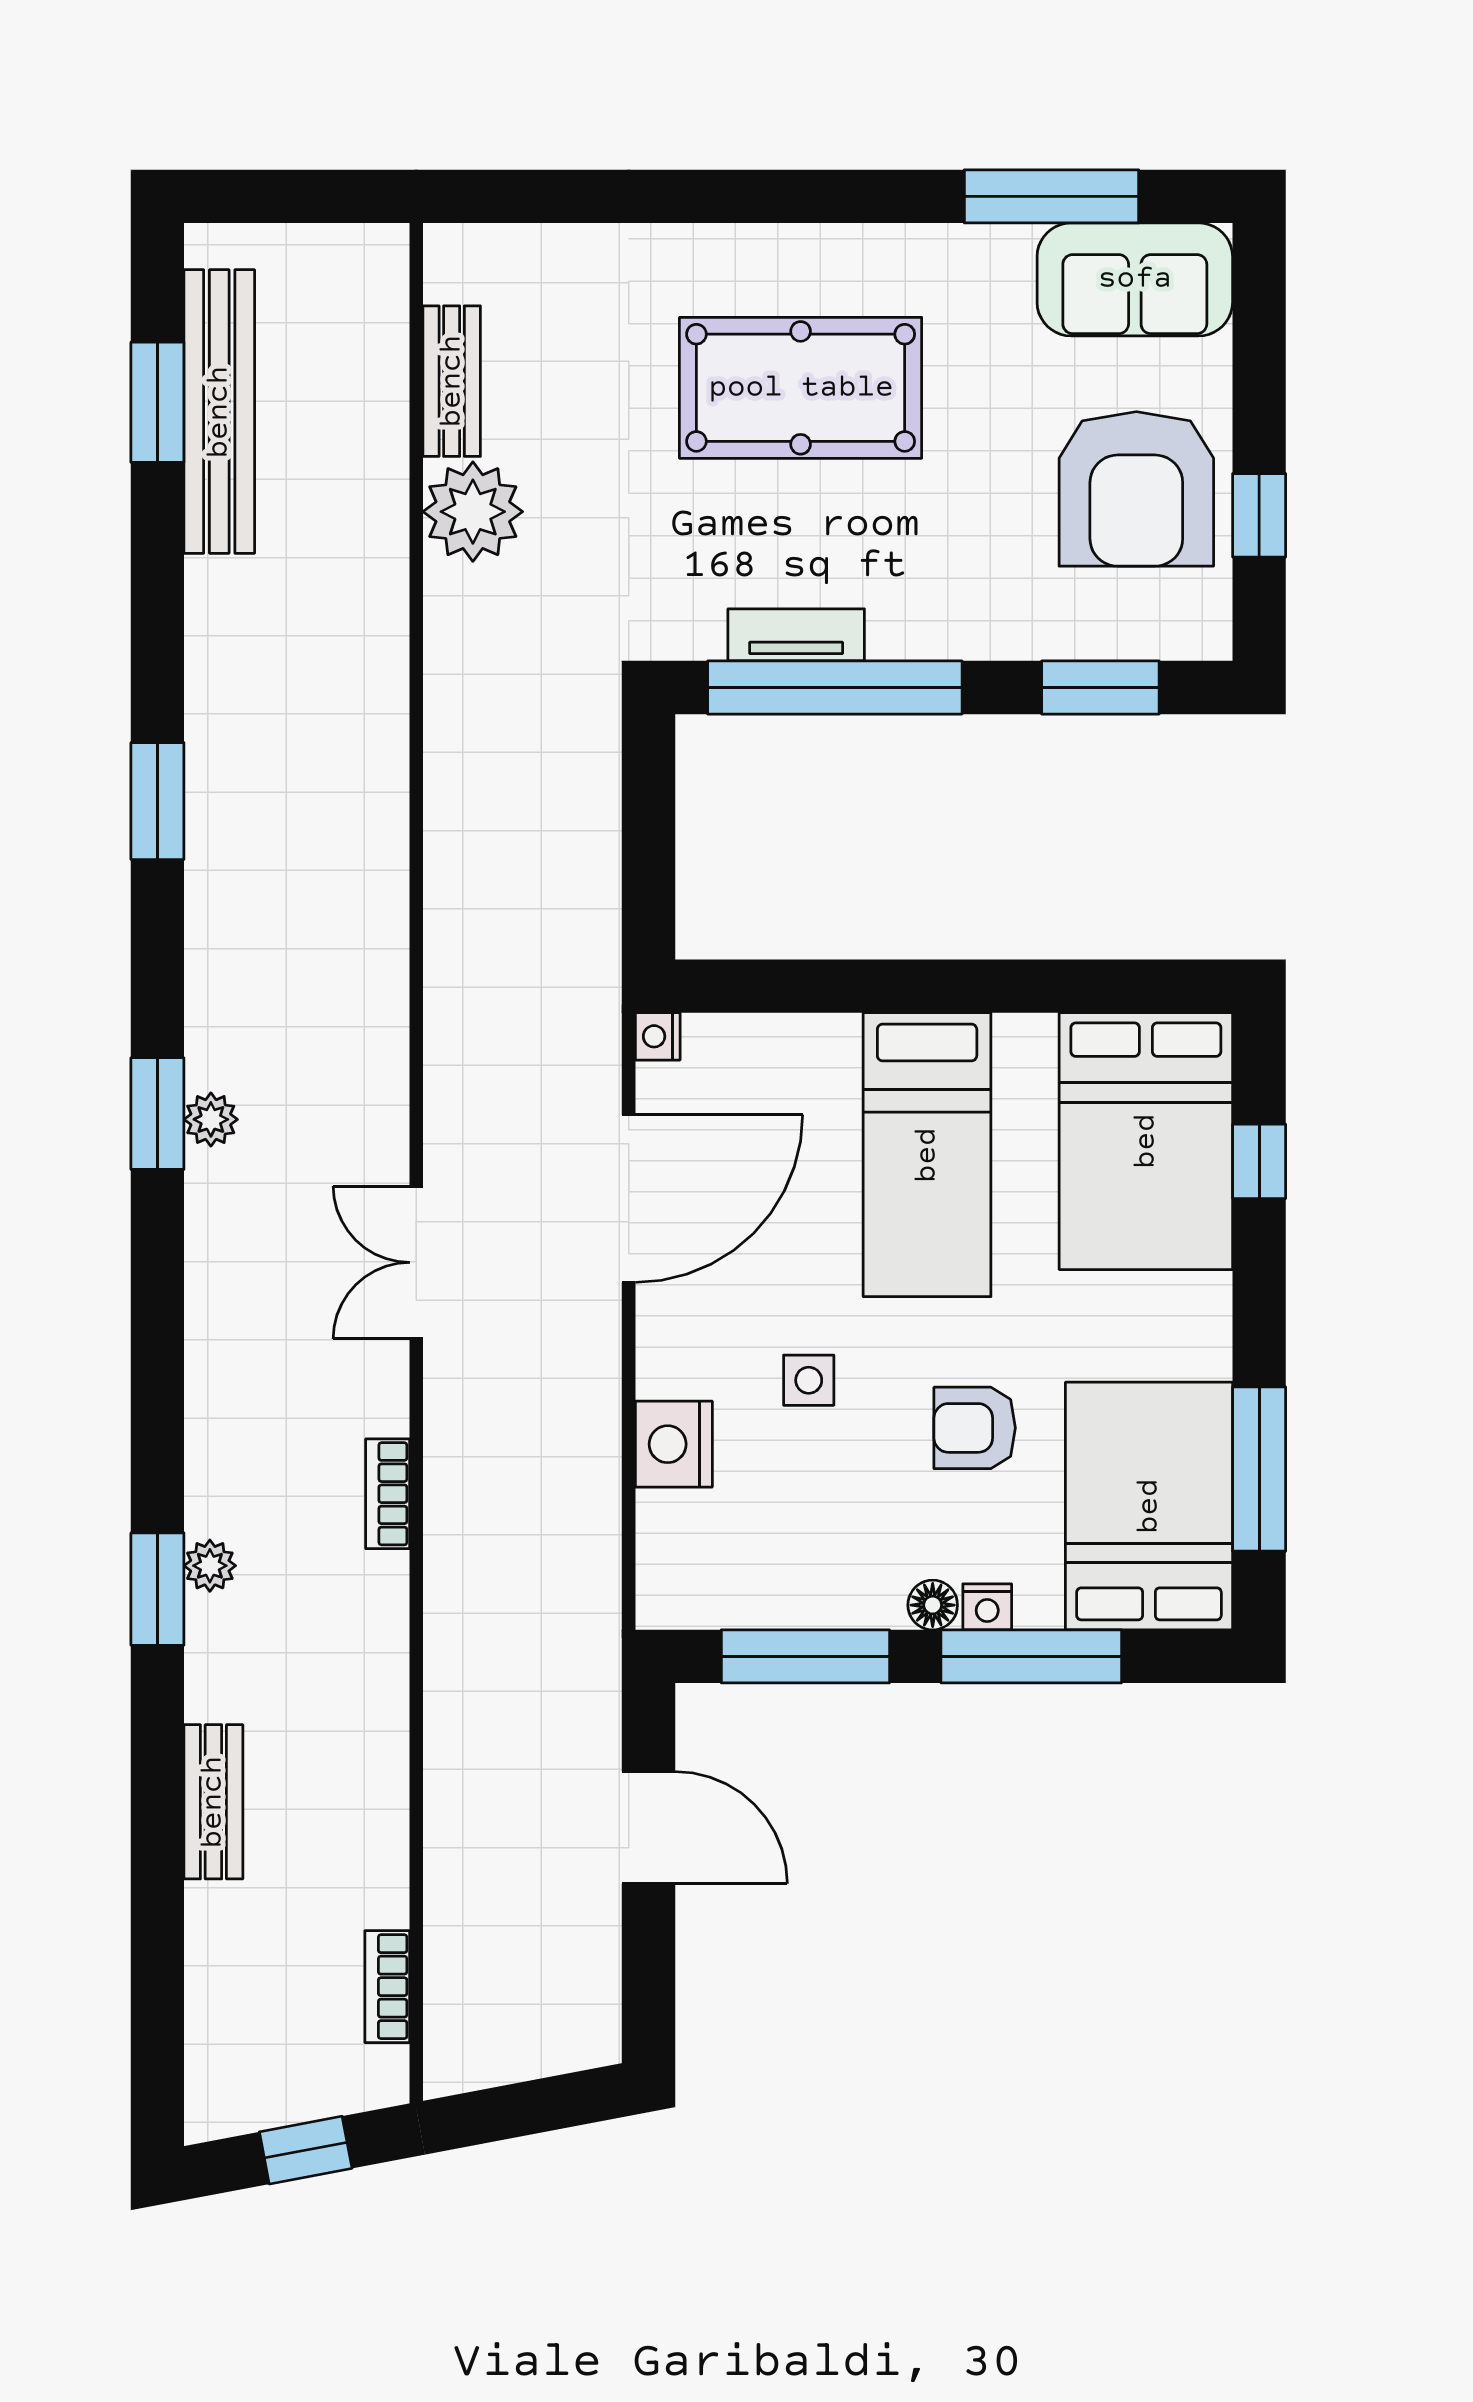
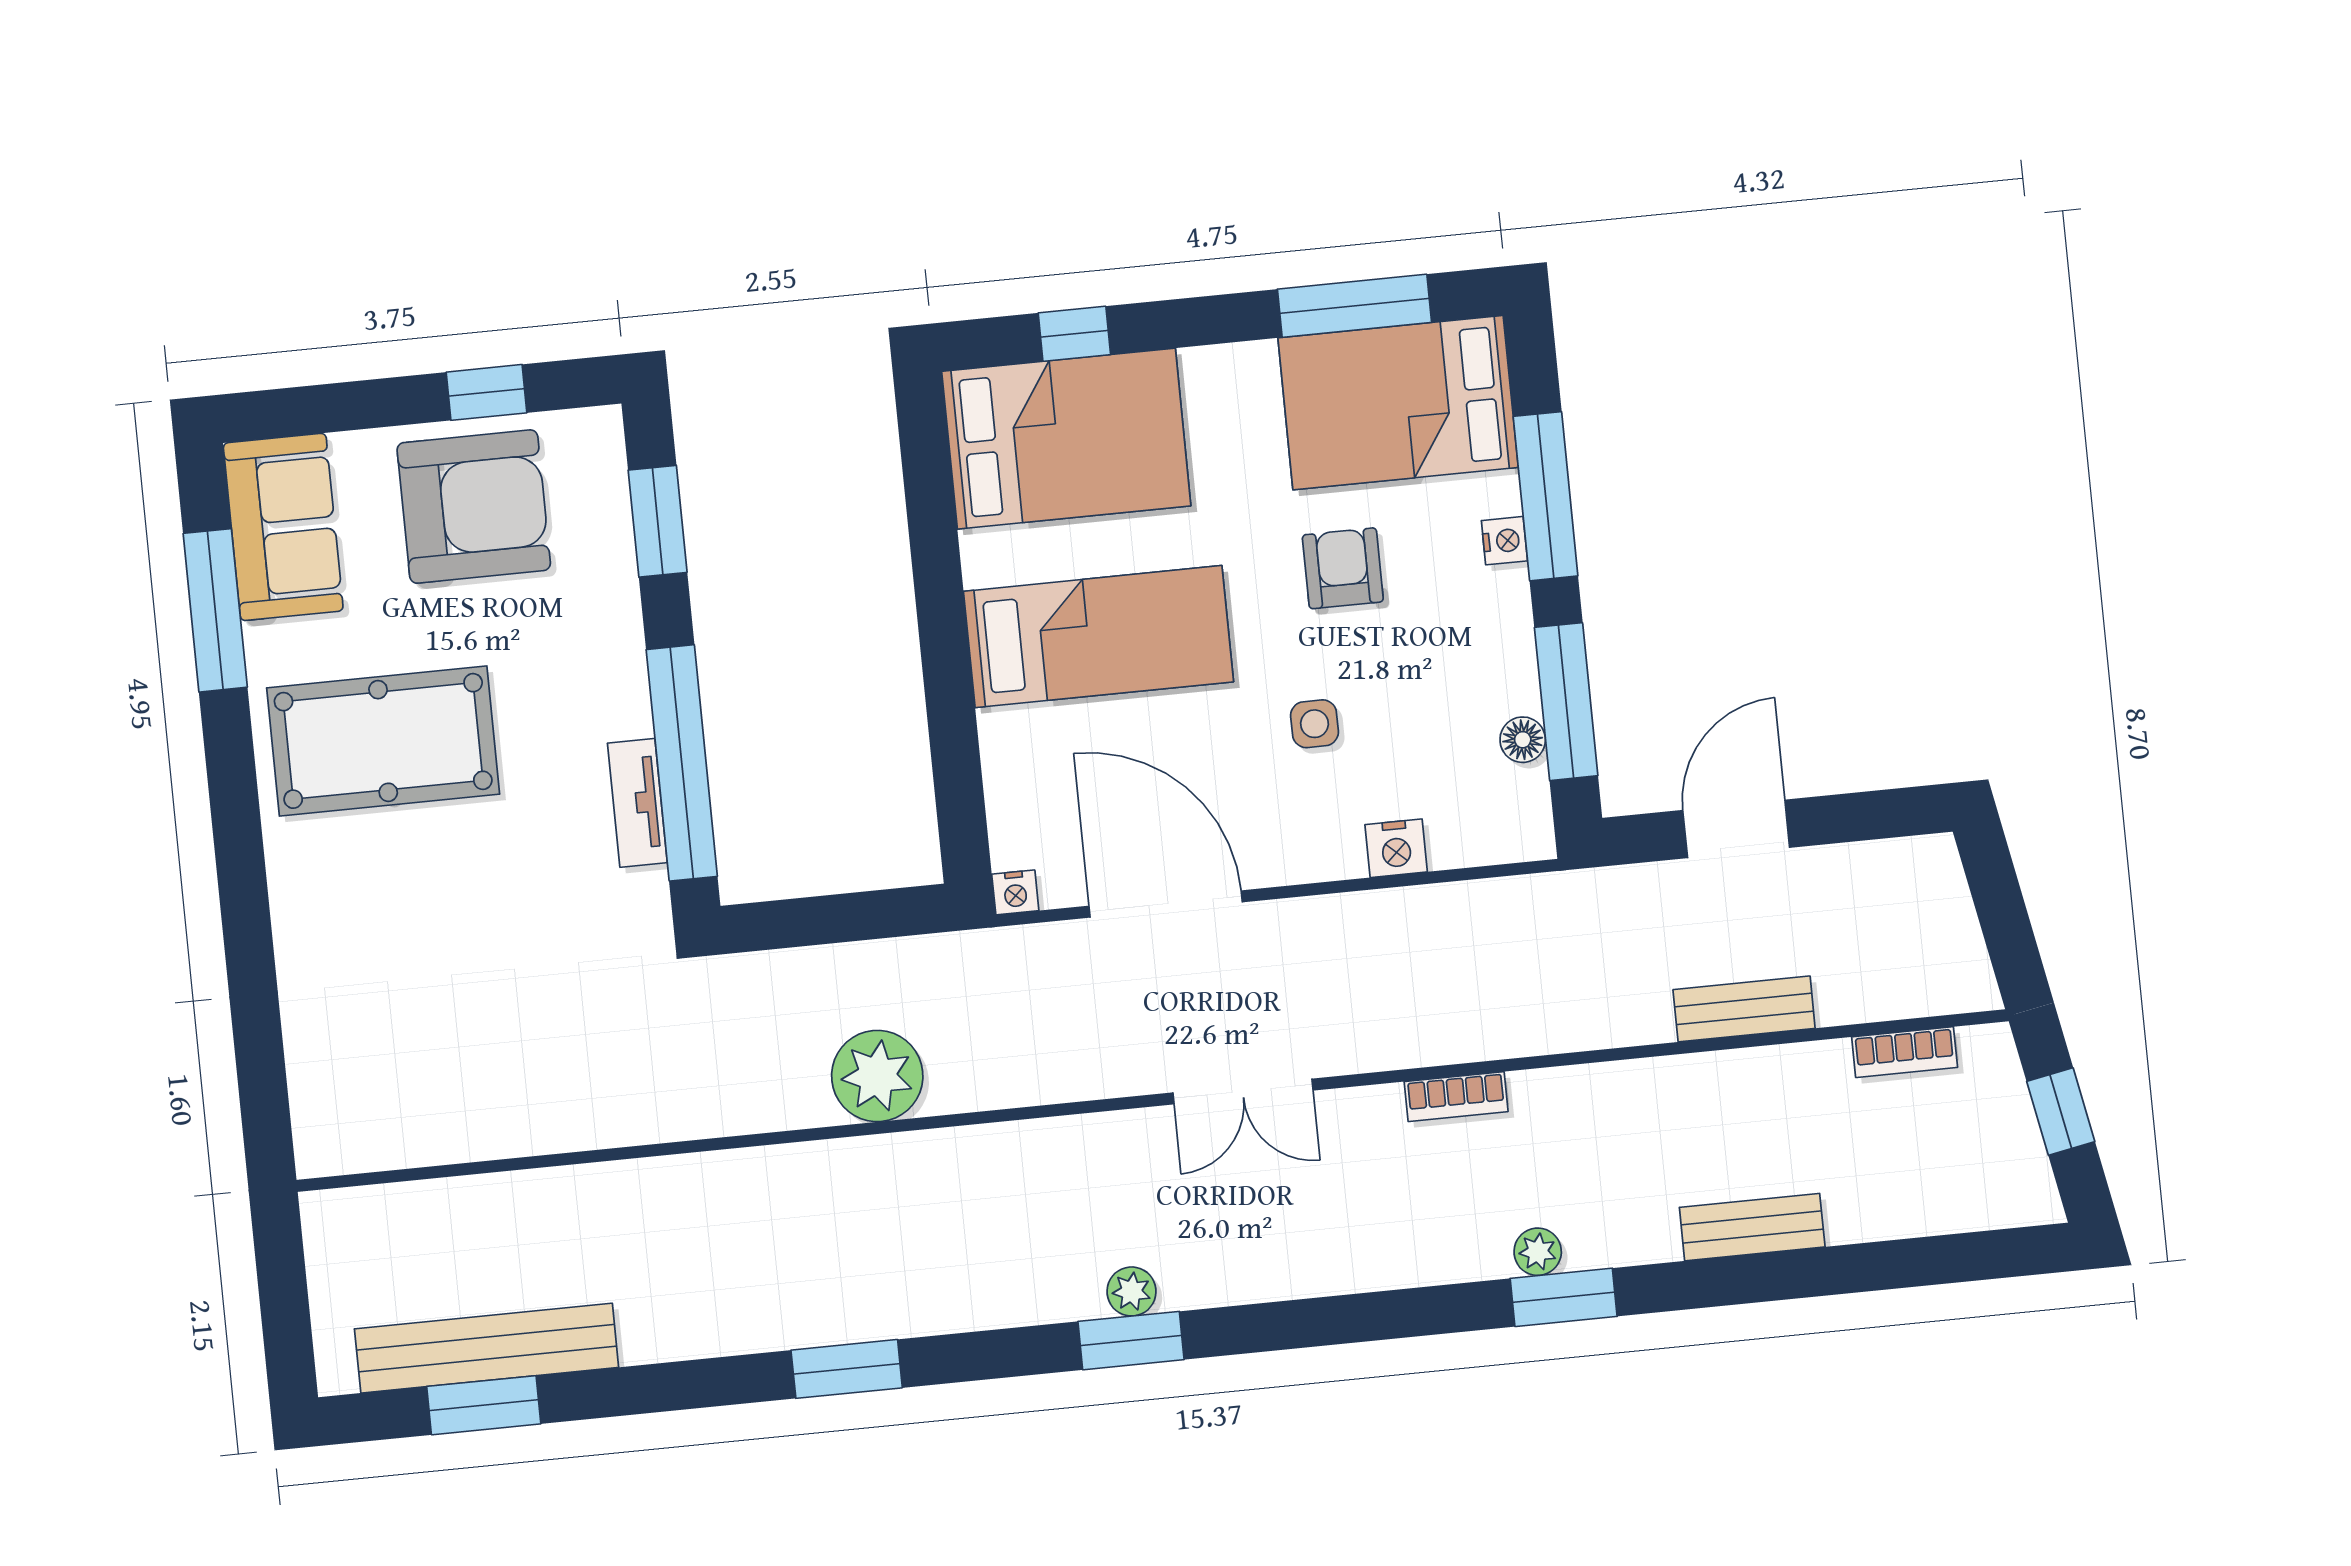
bench: (452, 381) -> (1744, 1009), moved
pool table: (801, 388) -> (383, 741), moved, turned 90
plant: (473, 512) -> (877, 1076), moved
armchair: (975, 1428) -> (1343, 568), turned 180
nightstand: (674, 1444) -> (1396, 848), width x0.74, depth x0.75
floor lamp: (933, 1605) -> (1523, 740), moved

